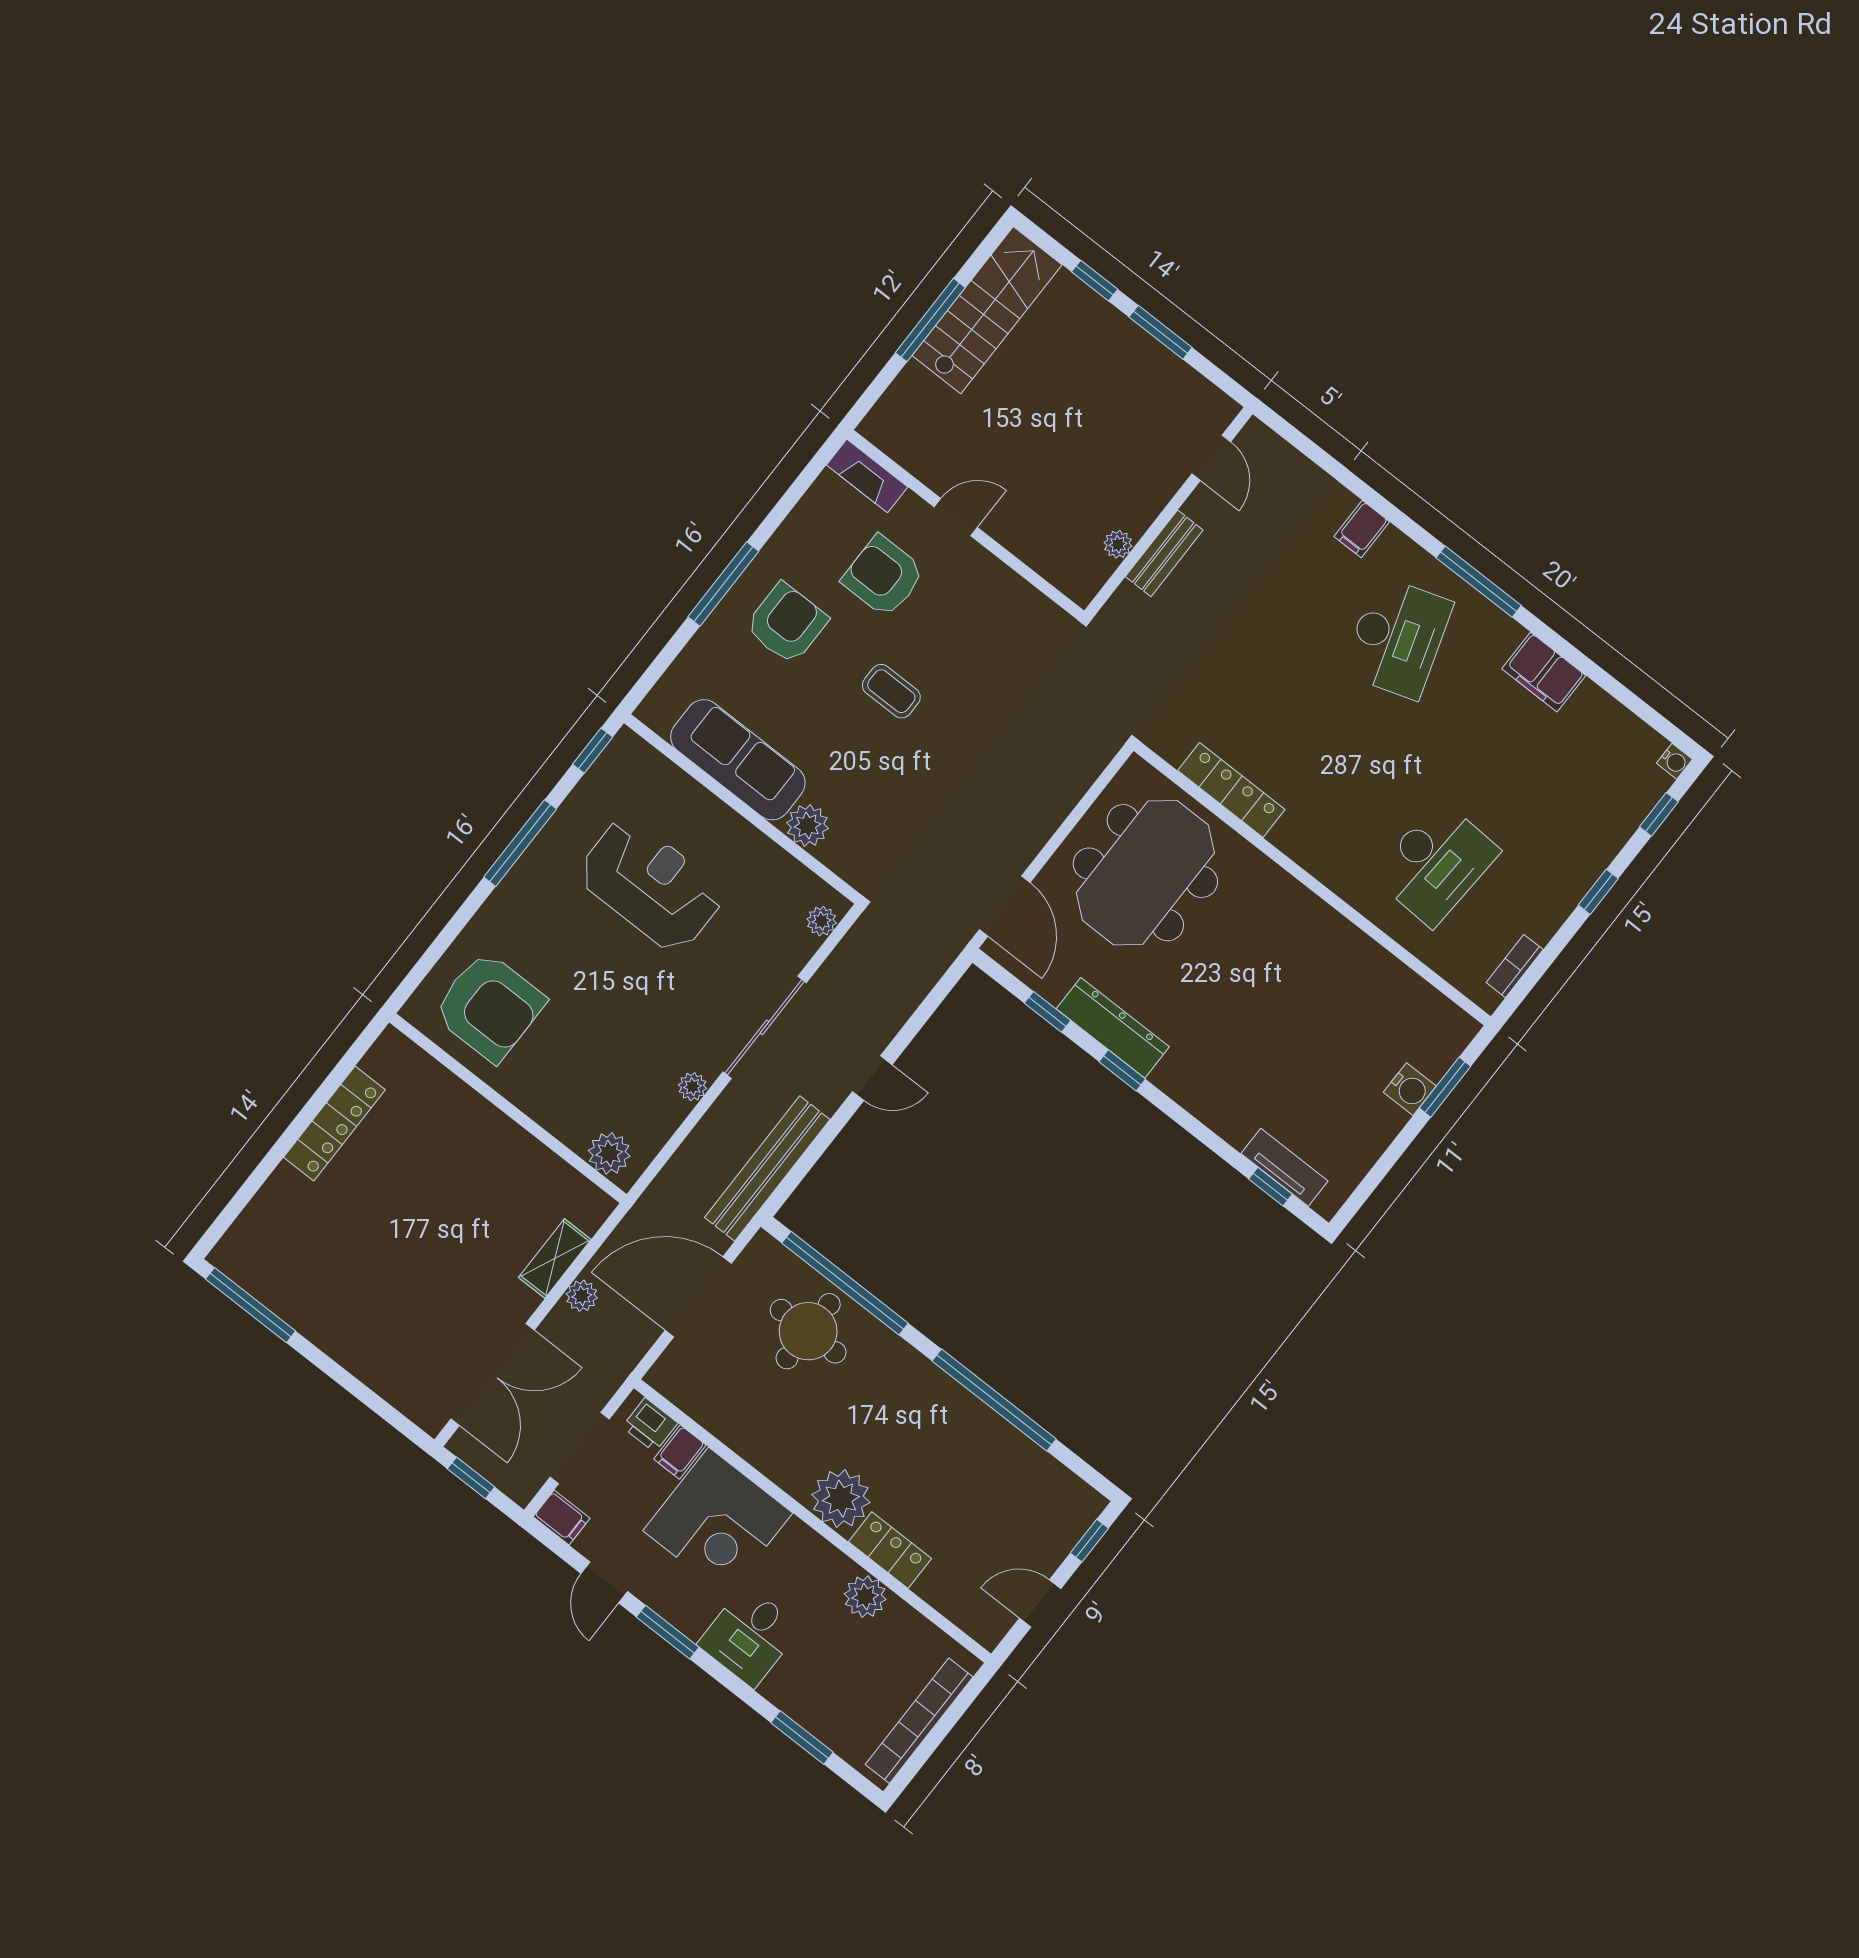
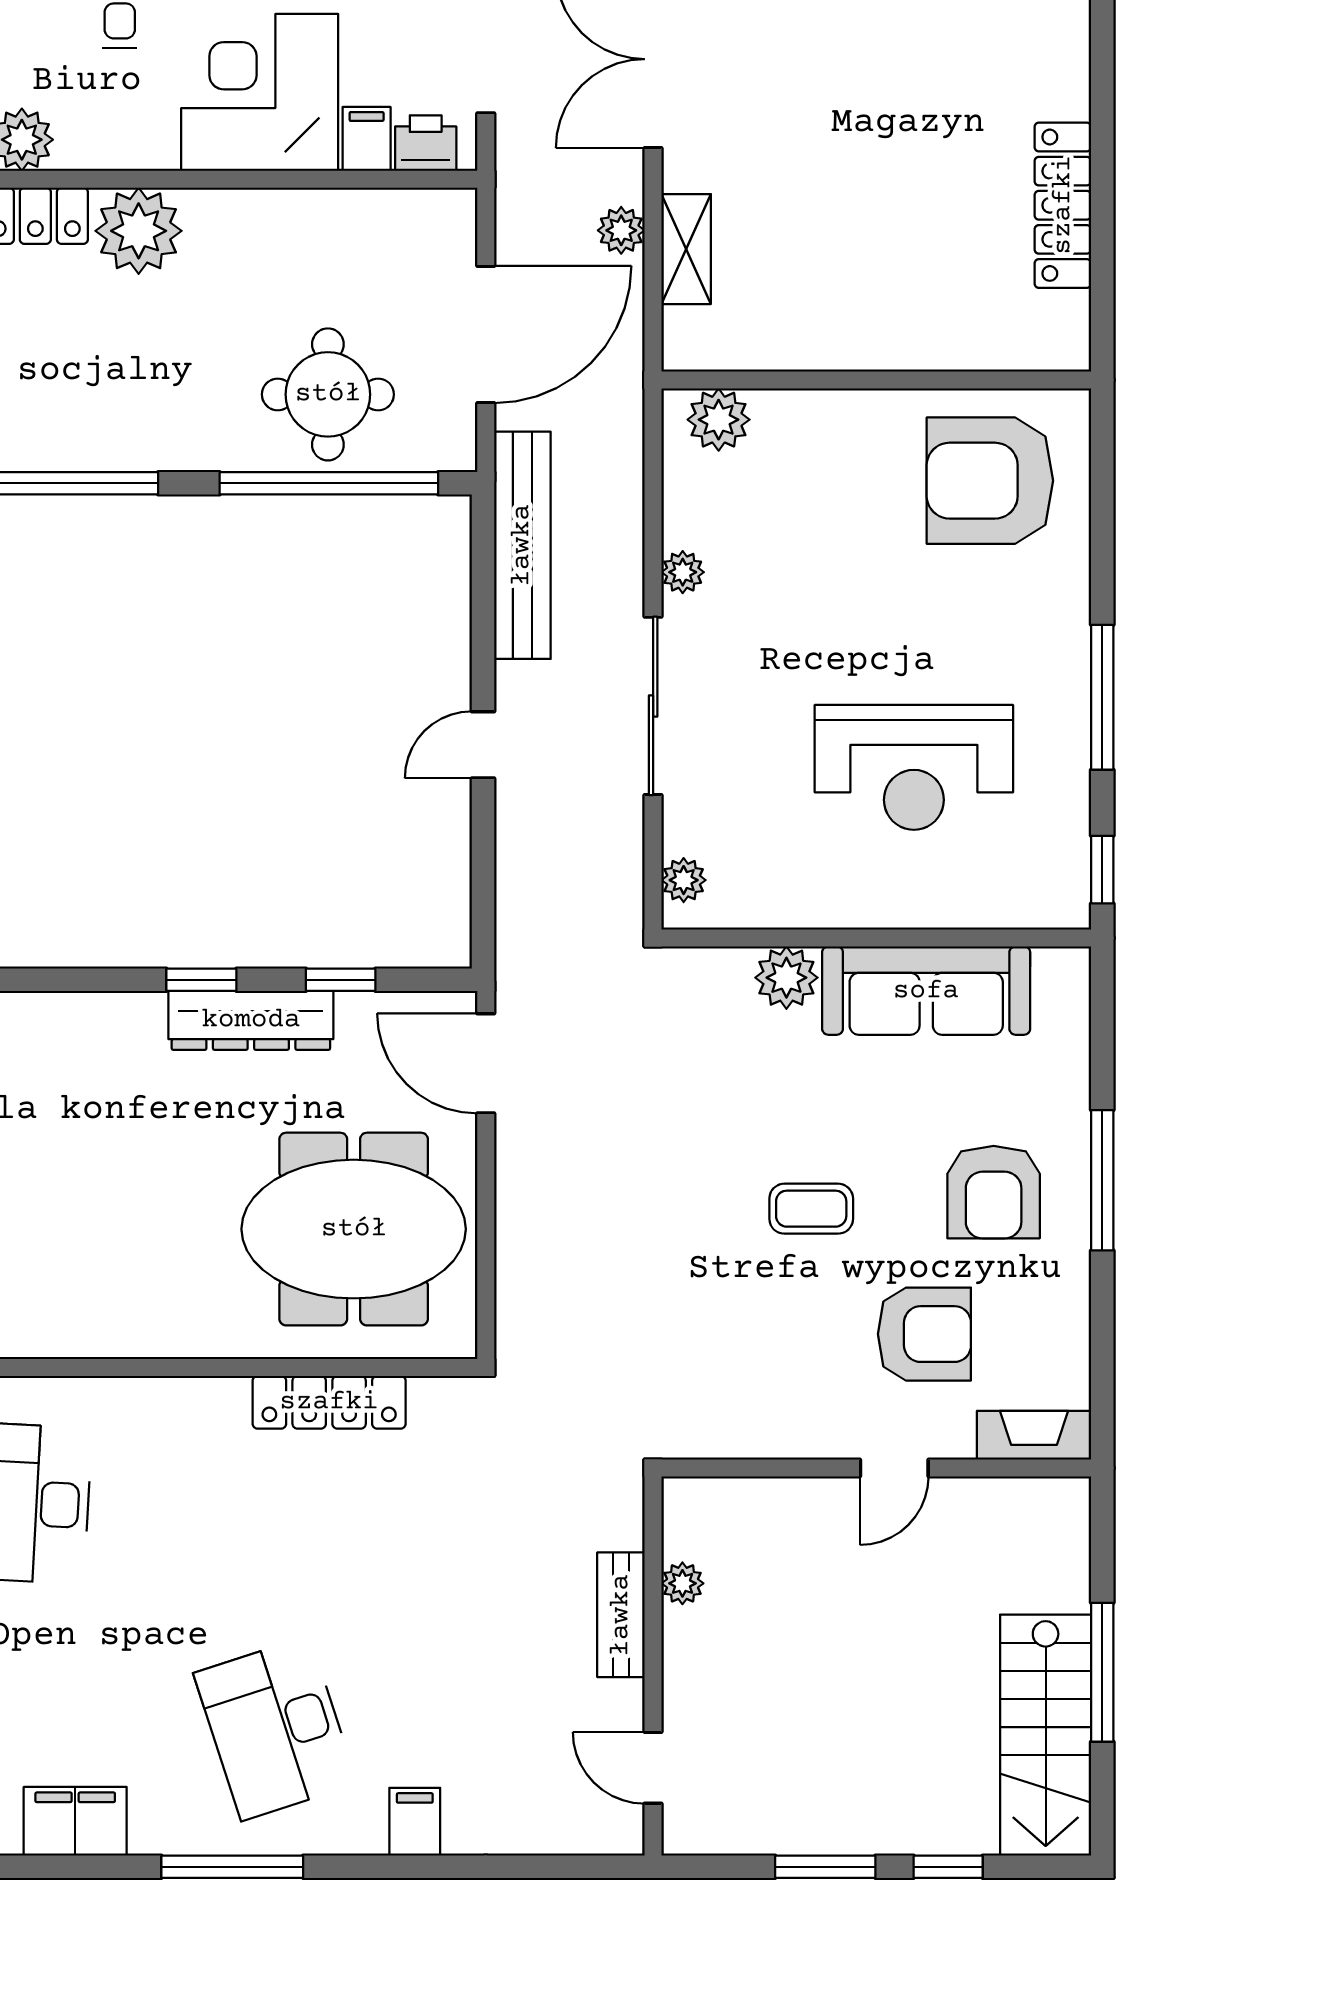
meeting table: (1145, 873) -> (354, 1229), turned 90

